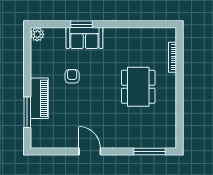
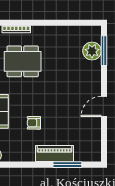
dining table: (138, 87) -> (23, 61), moved
plant: (149, 139) -> (92, 51), added

